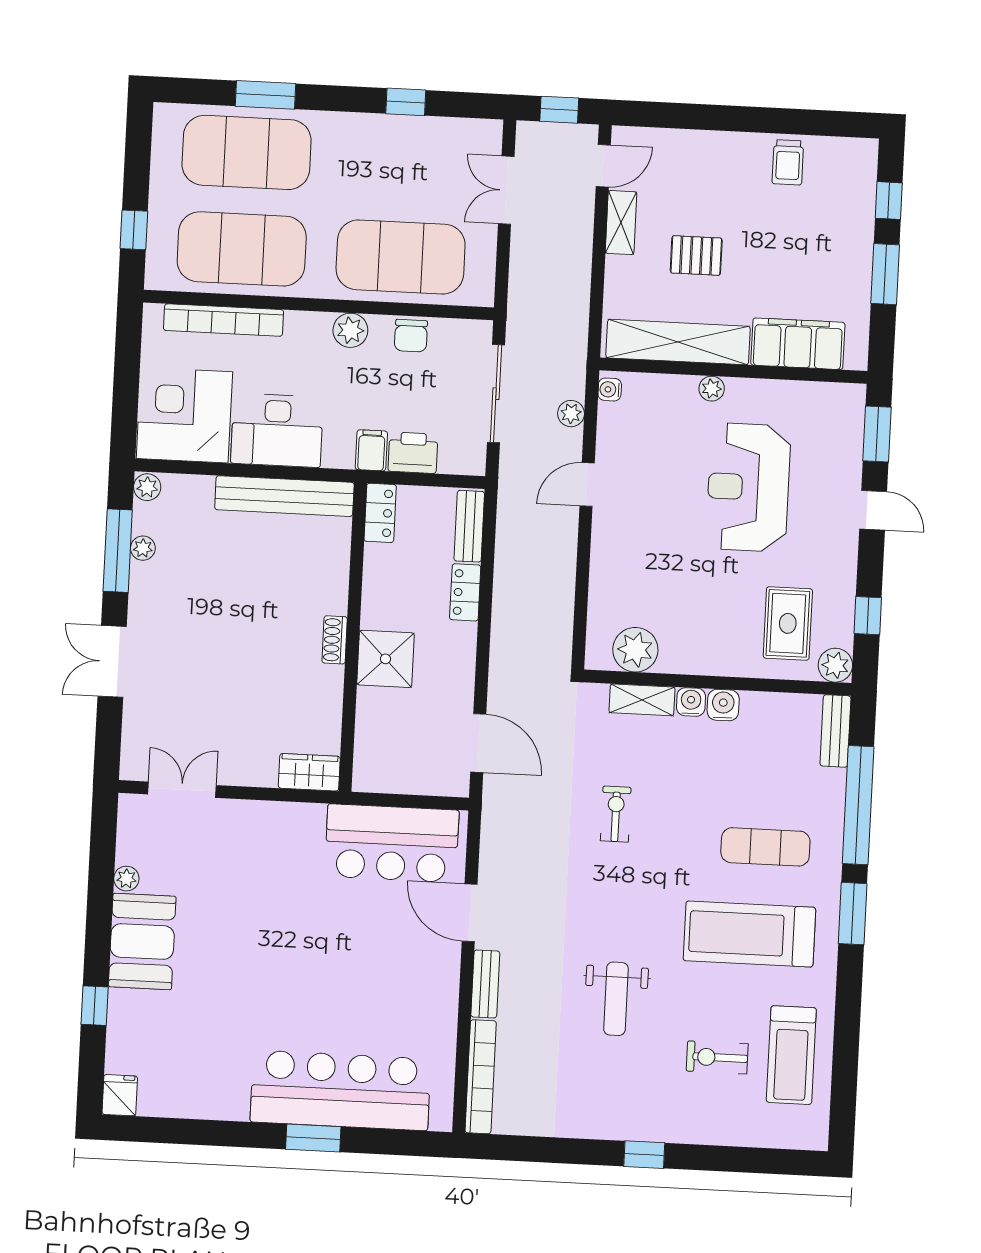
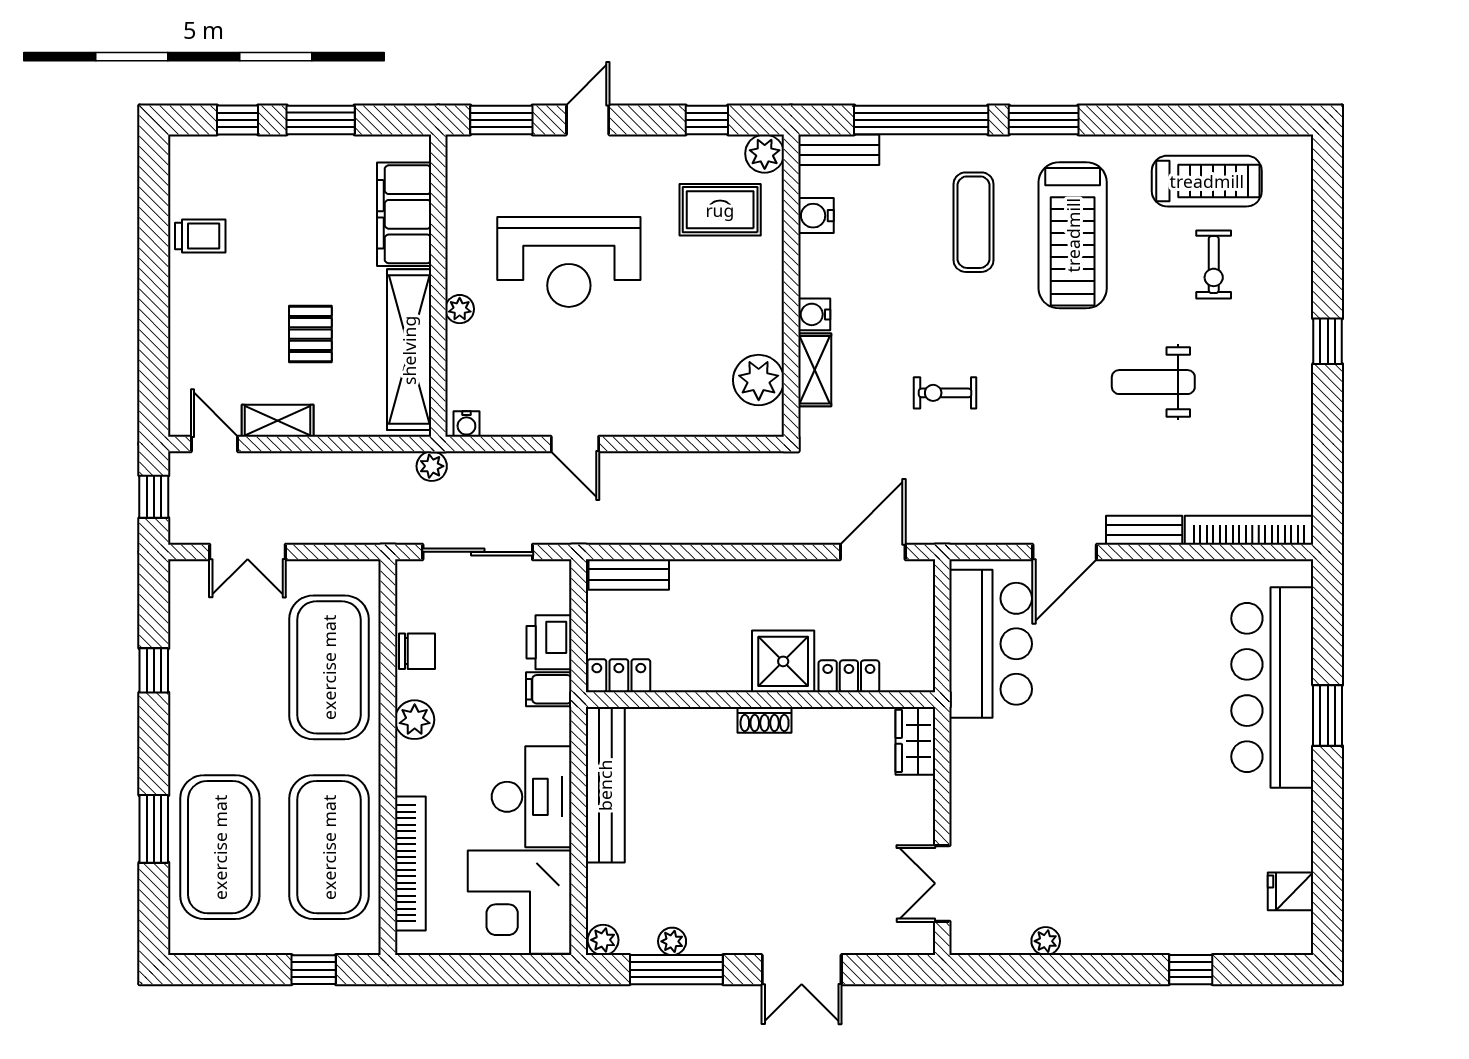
plant: (571, 414) -> (432, 466), moved
locker: (465, 592) -> (849, 676), moved, turned 180
water cooler: (723, 705) -> (816, 216), moved
booth: (142, 941) -> (1116, 920), removed
weight bench: (616, 999) -> (1153, 382), turned 180
fridge: (120, 1095) -> (1290, 891), moved

